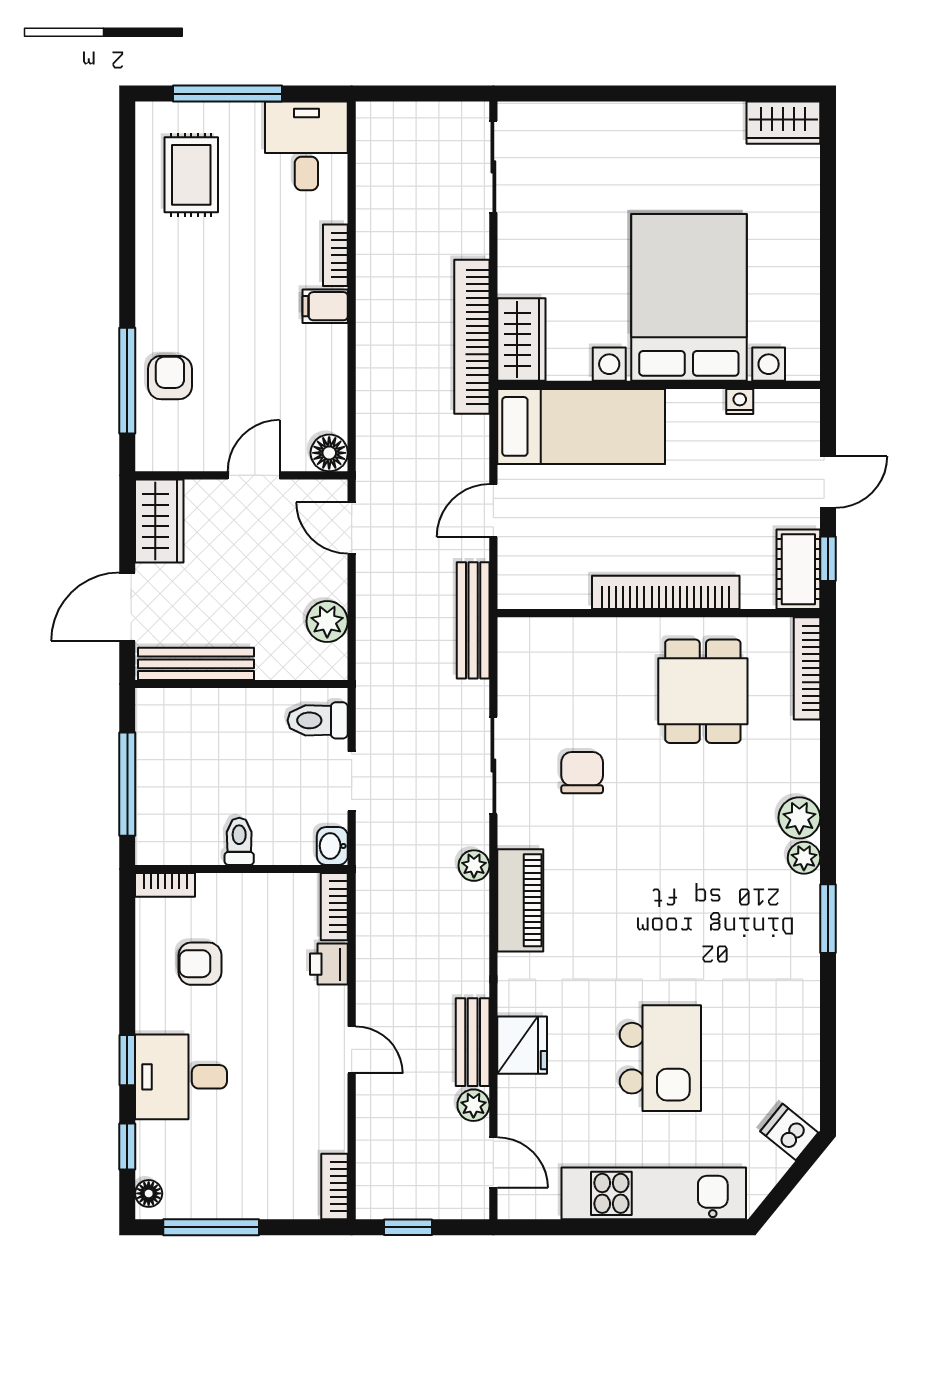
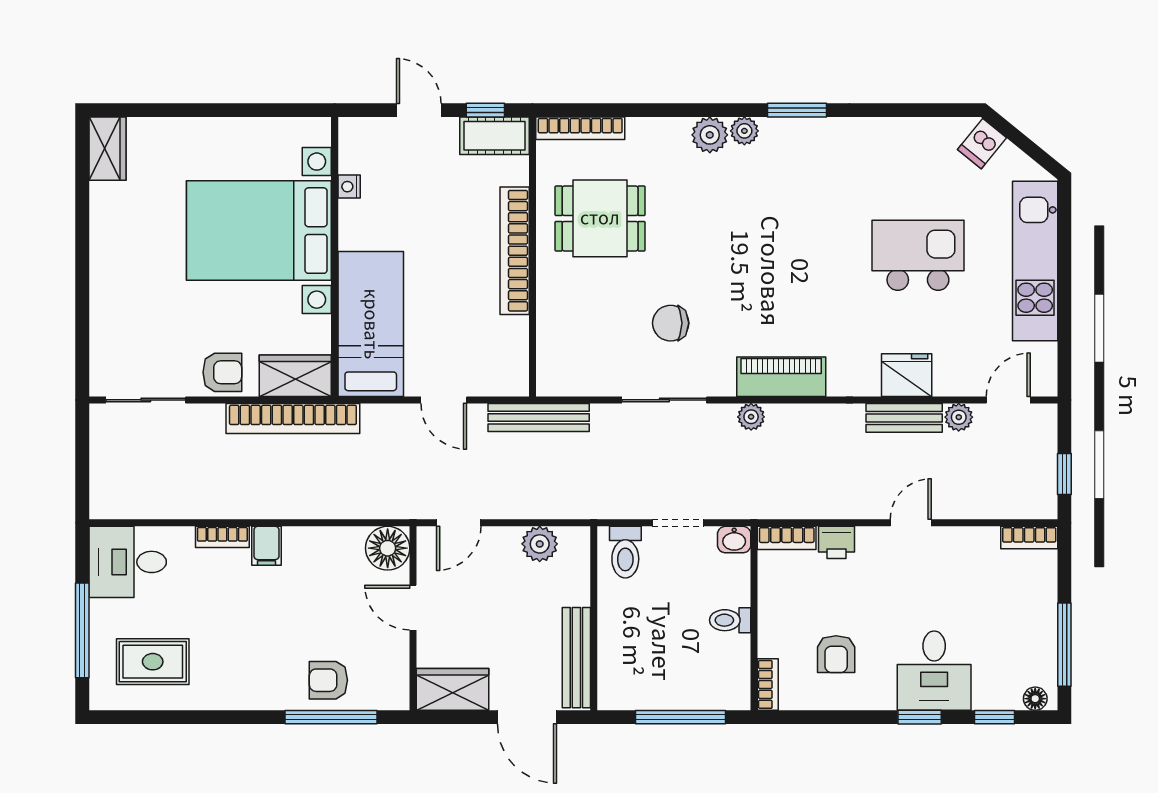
armchair: (525, 255) -> (222, 372), added
floor lamp: (329, 453) -> (388, 548), width x1.38, depth x1.38

